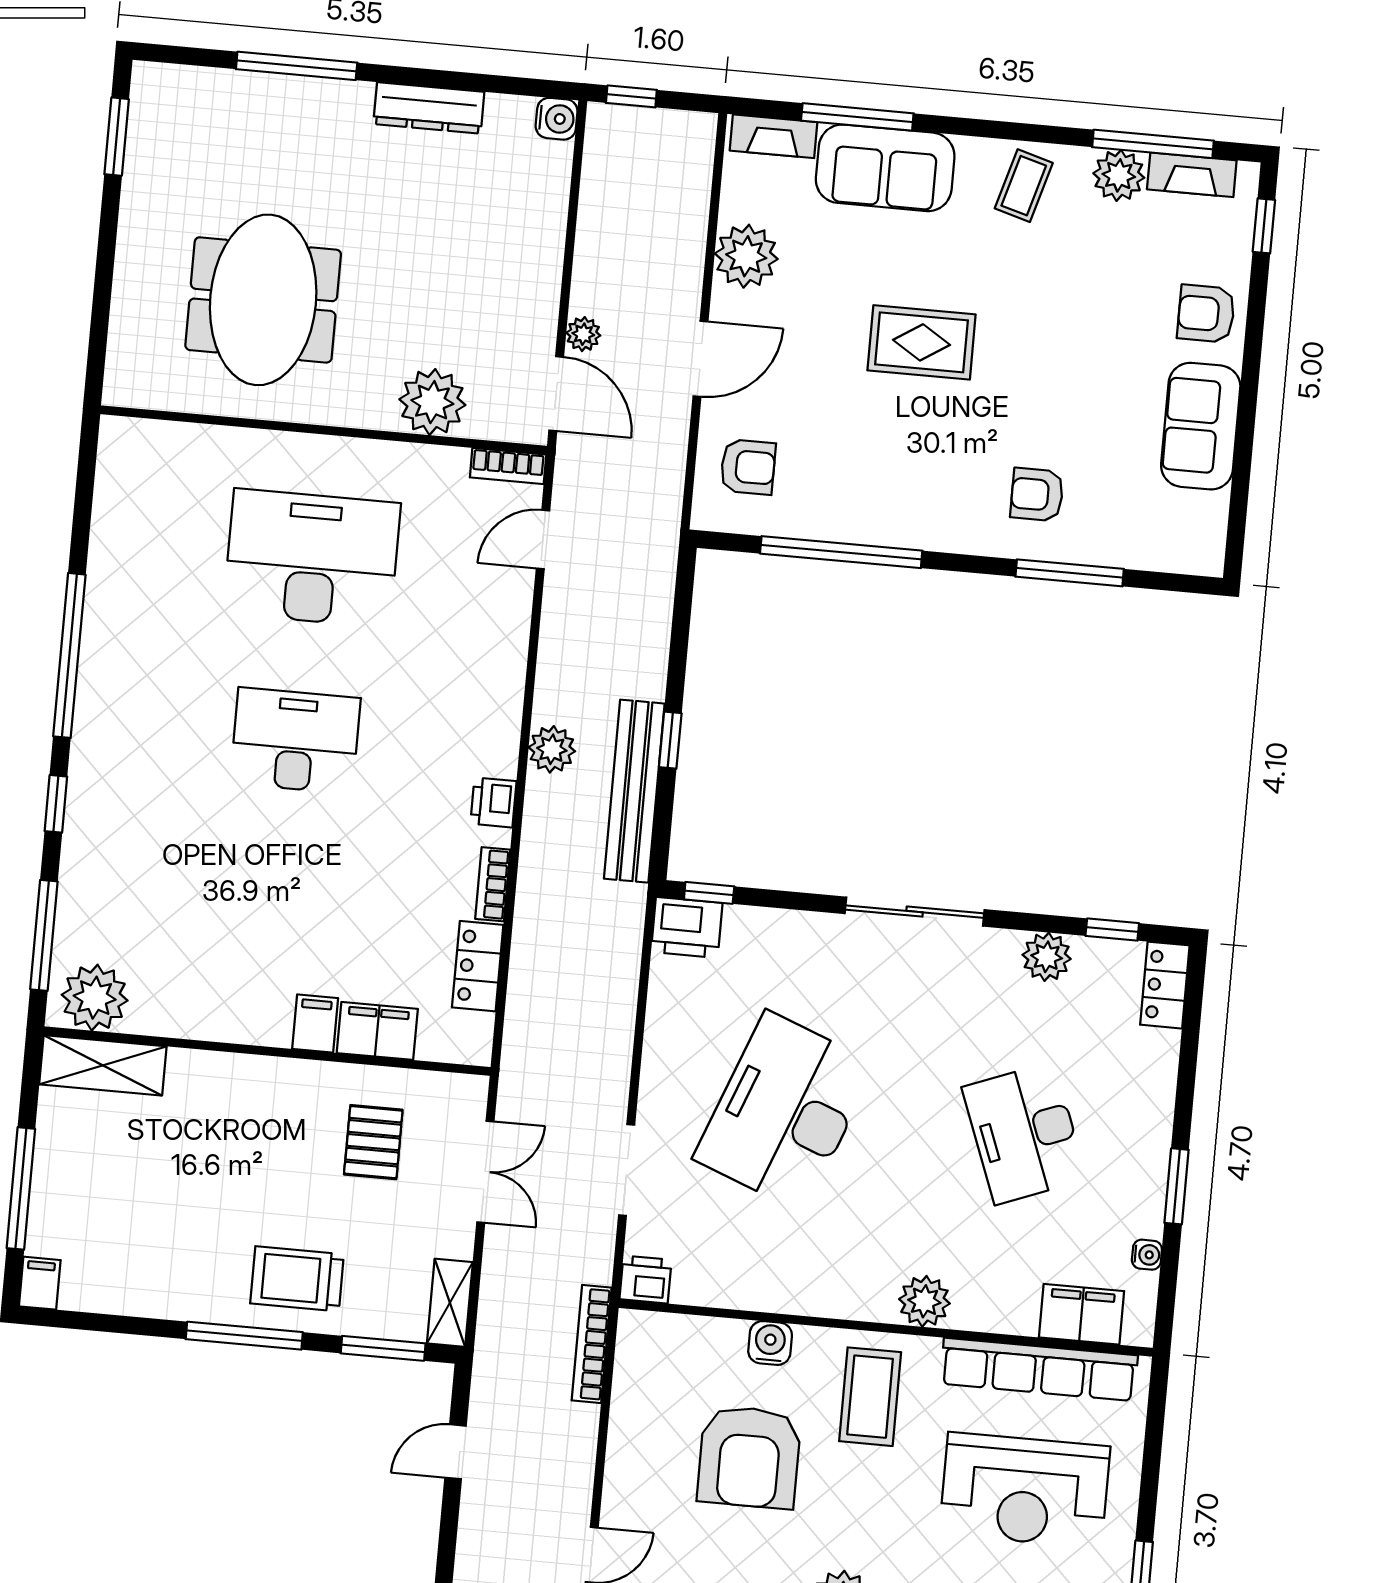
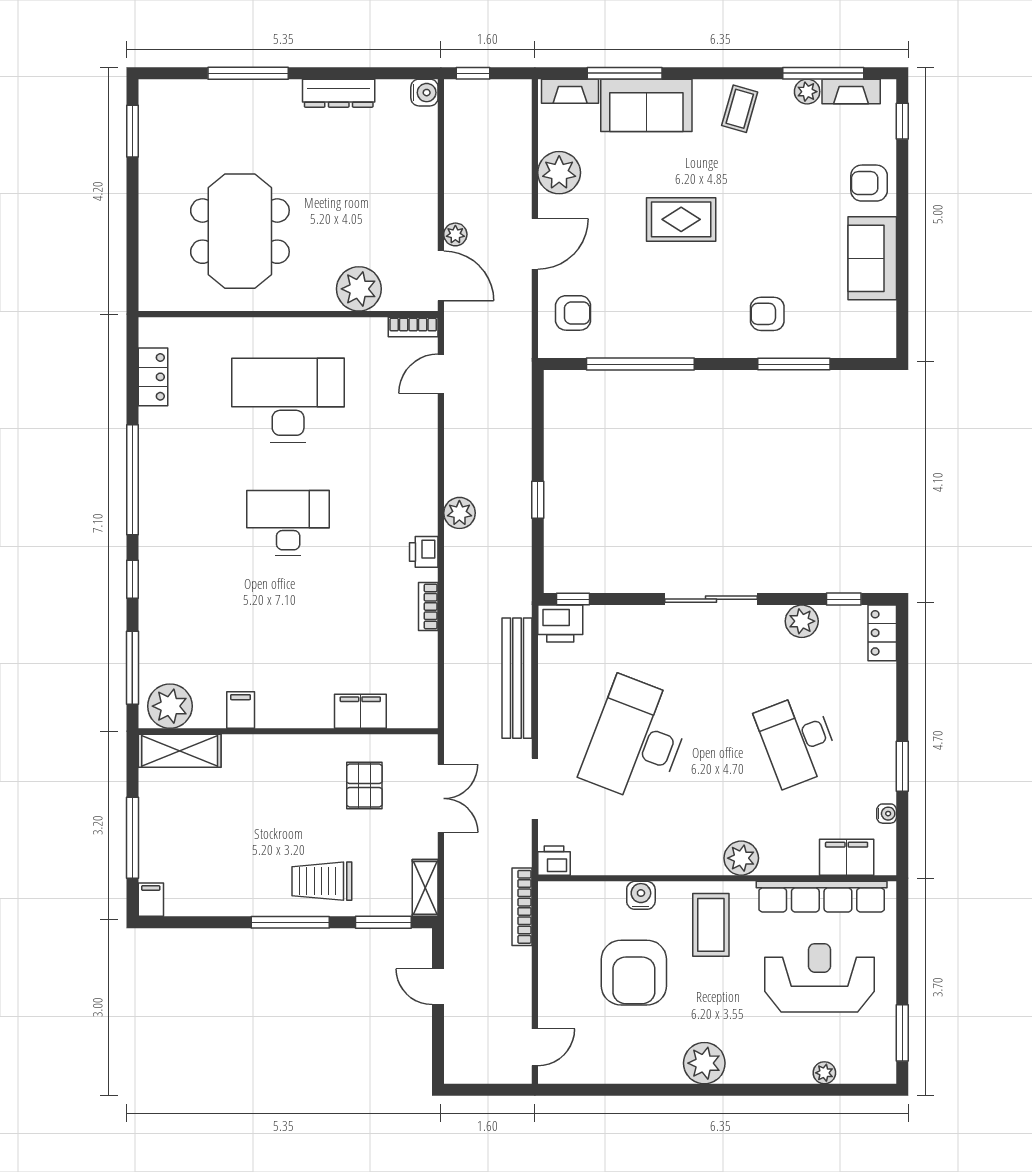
plant: (1119, 175) -> (807, 92), width x0.73, depth x0.73
bench: (634, 791) -> (517, 678), moved
locker: (478, 966) -> (153, 377), moved, turned 180
filing cabinet: (315, 1024) -> (241, 710), moved
door: (456, 1452) -> (438, 987), hinge flipped
reception desk: (1025, 1490) -> (819, 978), turned 180

